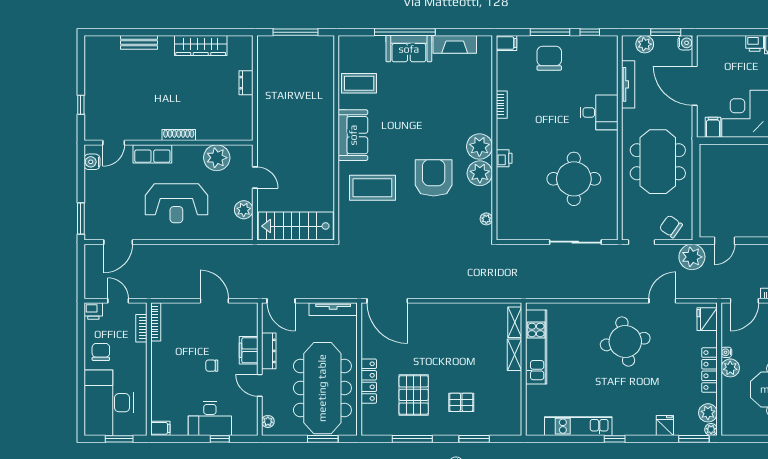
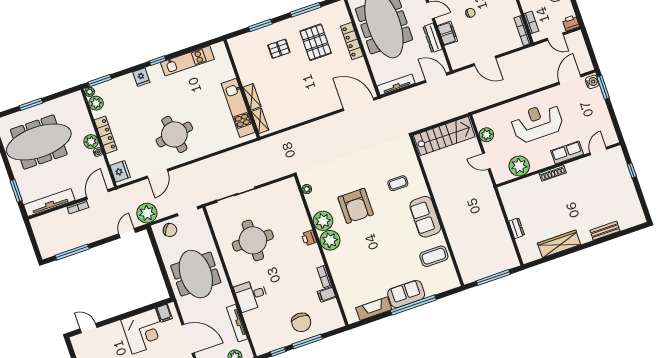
filing cabinet: (506, 43) -> (327, 294), moved
water cooler: (92, 162) -> (592, 82), moved
coffee table: (372, 188) -> (398, 183), width x0.54, depth x0.58
fridge: (665, 426) -> (141, 77), moved

